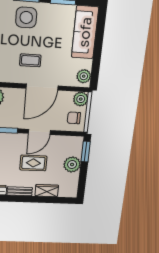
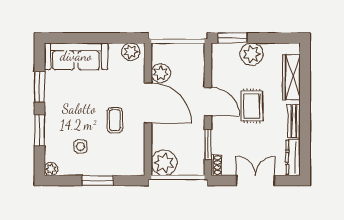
side table: (26, 17) -> (80, 146), moved, width x0.54, depth x0.54
plant: (81, 99) -> (161, 73), moved
chair: (74, 118) -> (186, 59), removed
wardrobe: (47, 191) -> (291, 77), width x1.50

